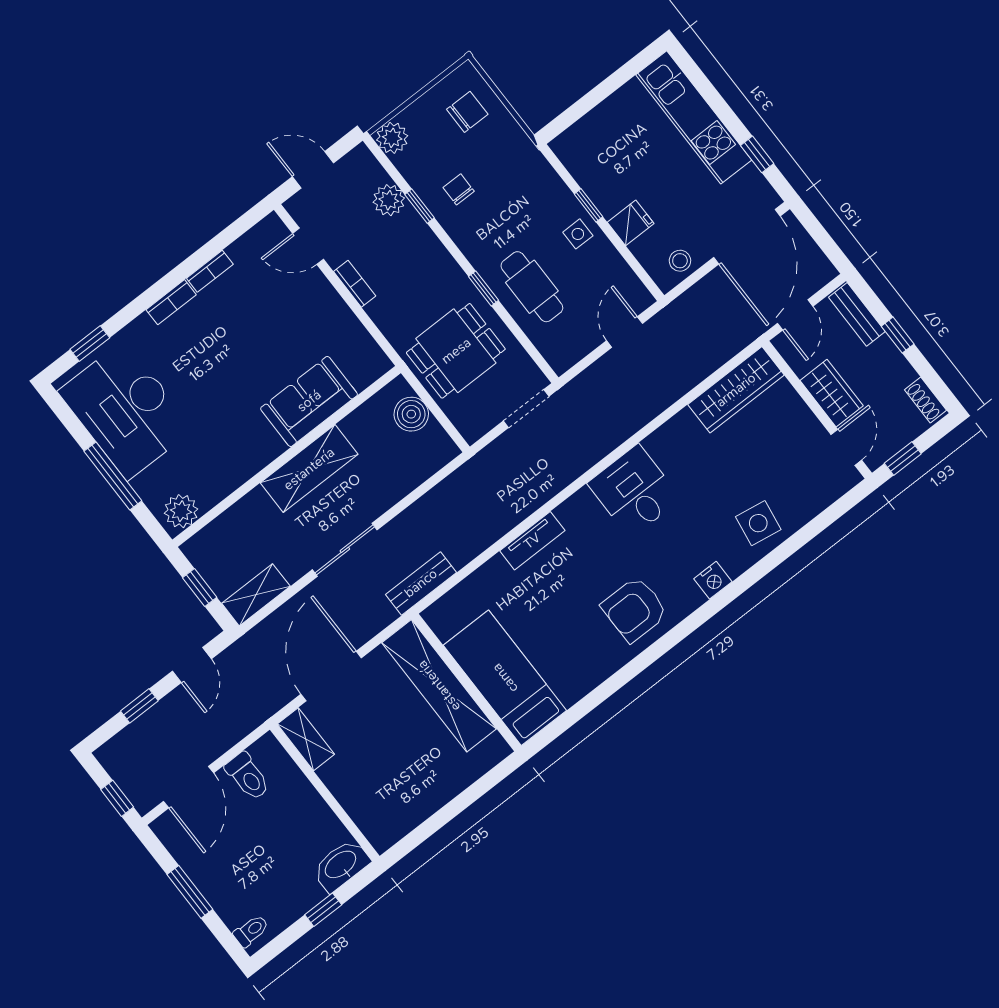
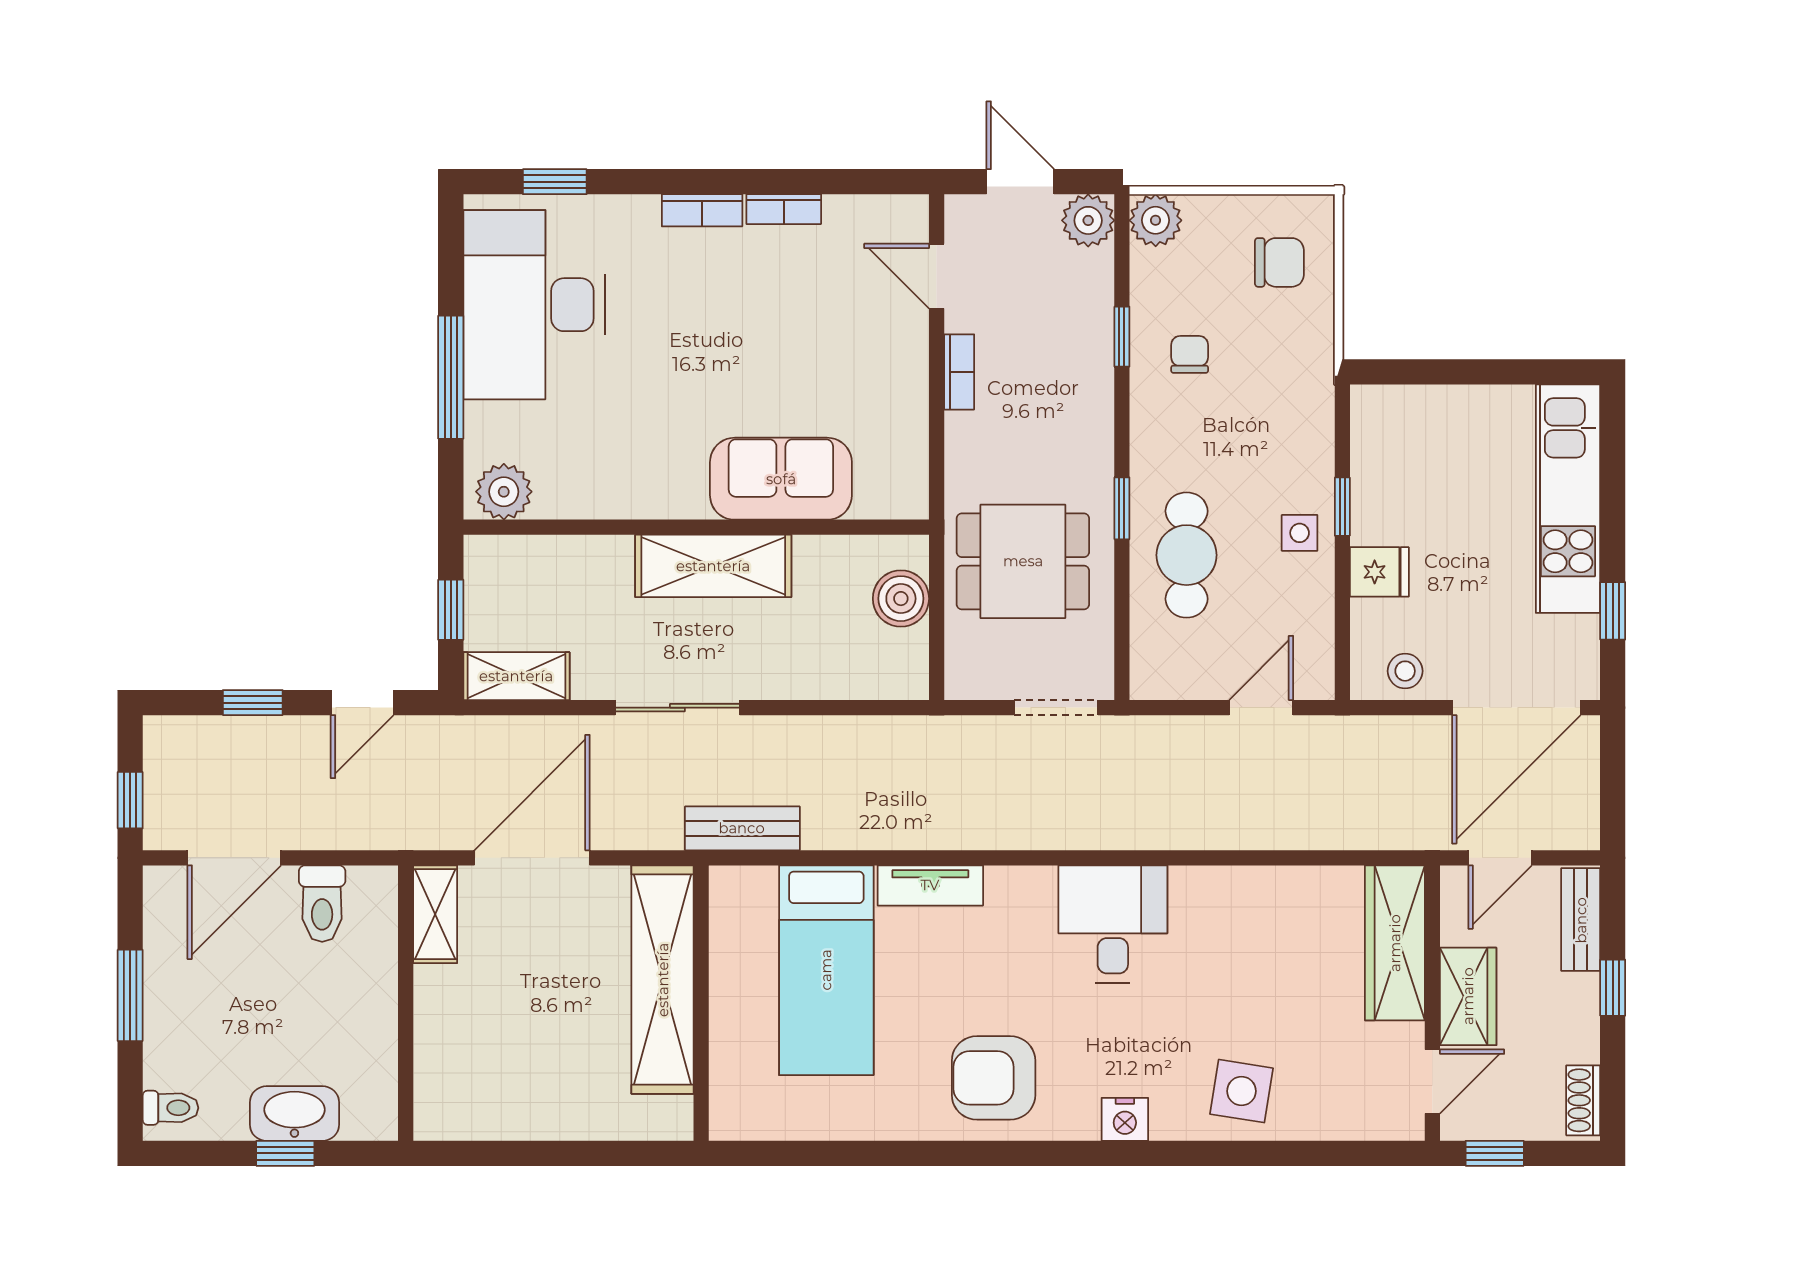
plant: (389, 200) -> (1088, 220), moved
wardrobe: (736, 390) -> (1395, 943), moved, turned 90
bed: (505, 678) -> (826, 970), moved, turned 180
washbasin: (341, 865) -> (294, 1114), moved

